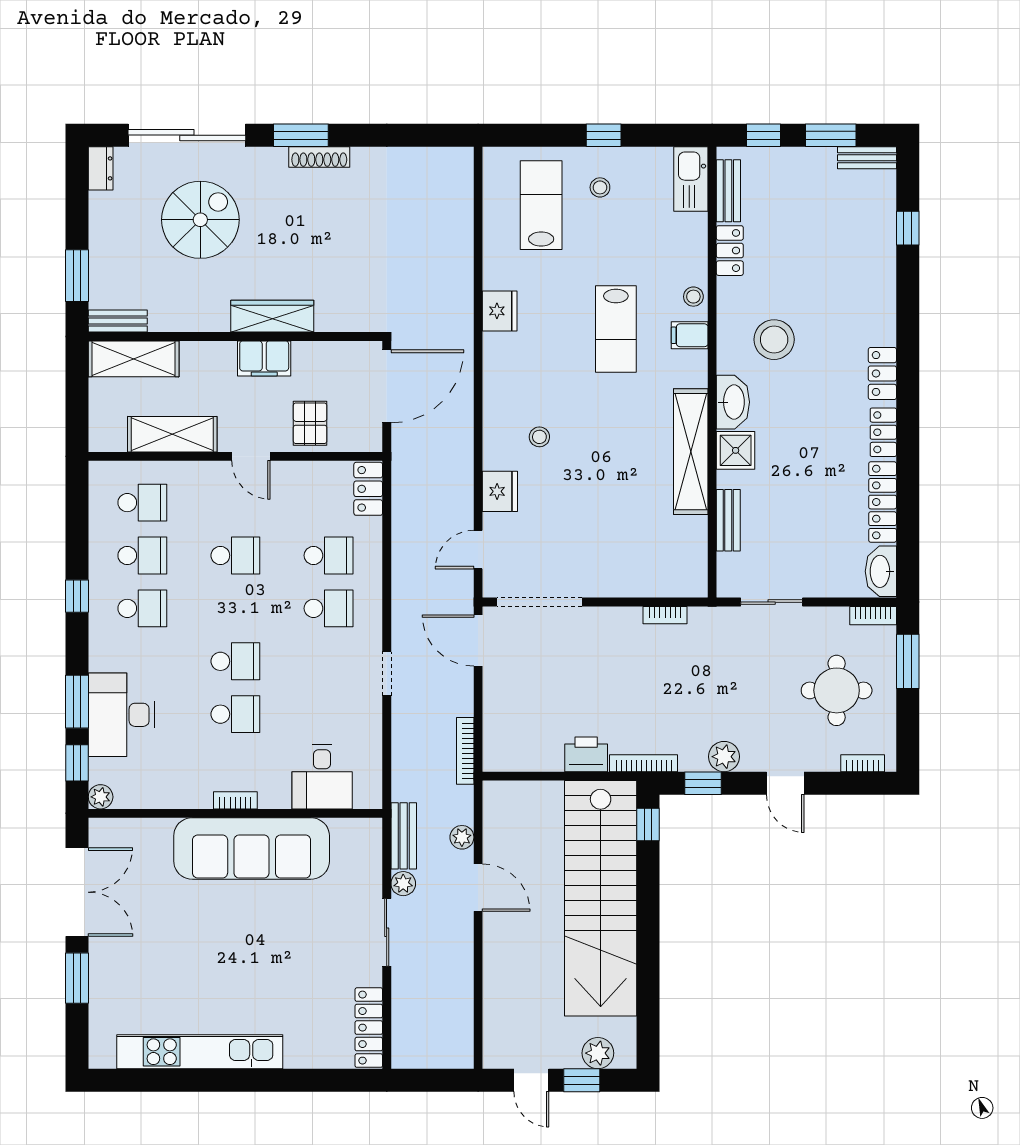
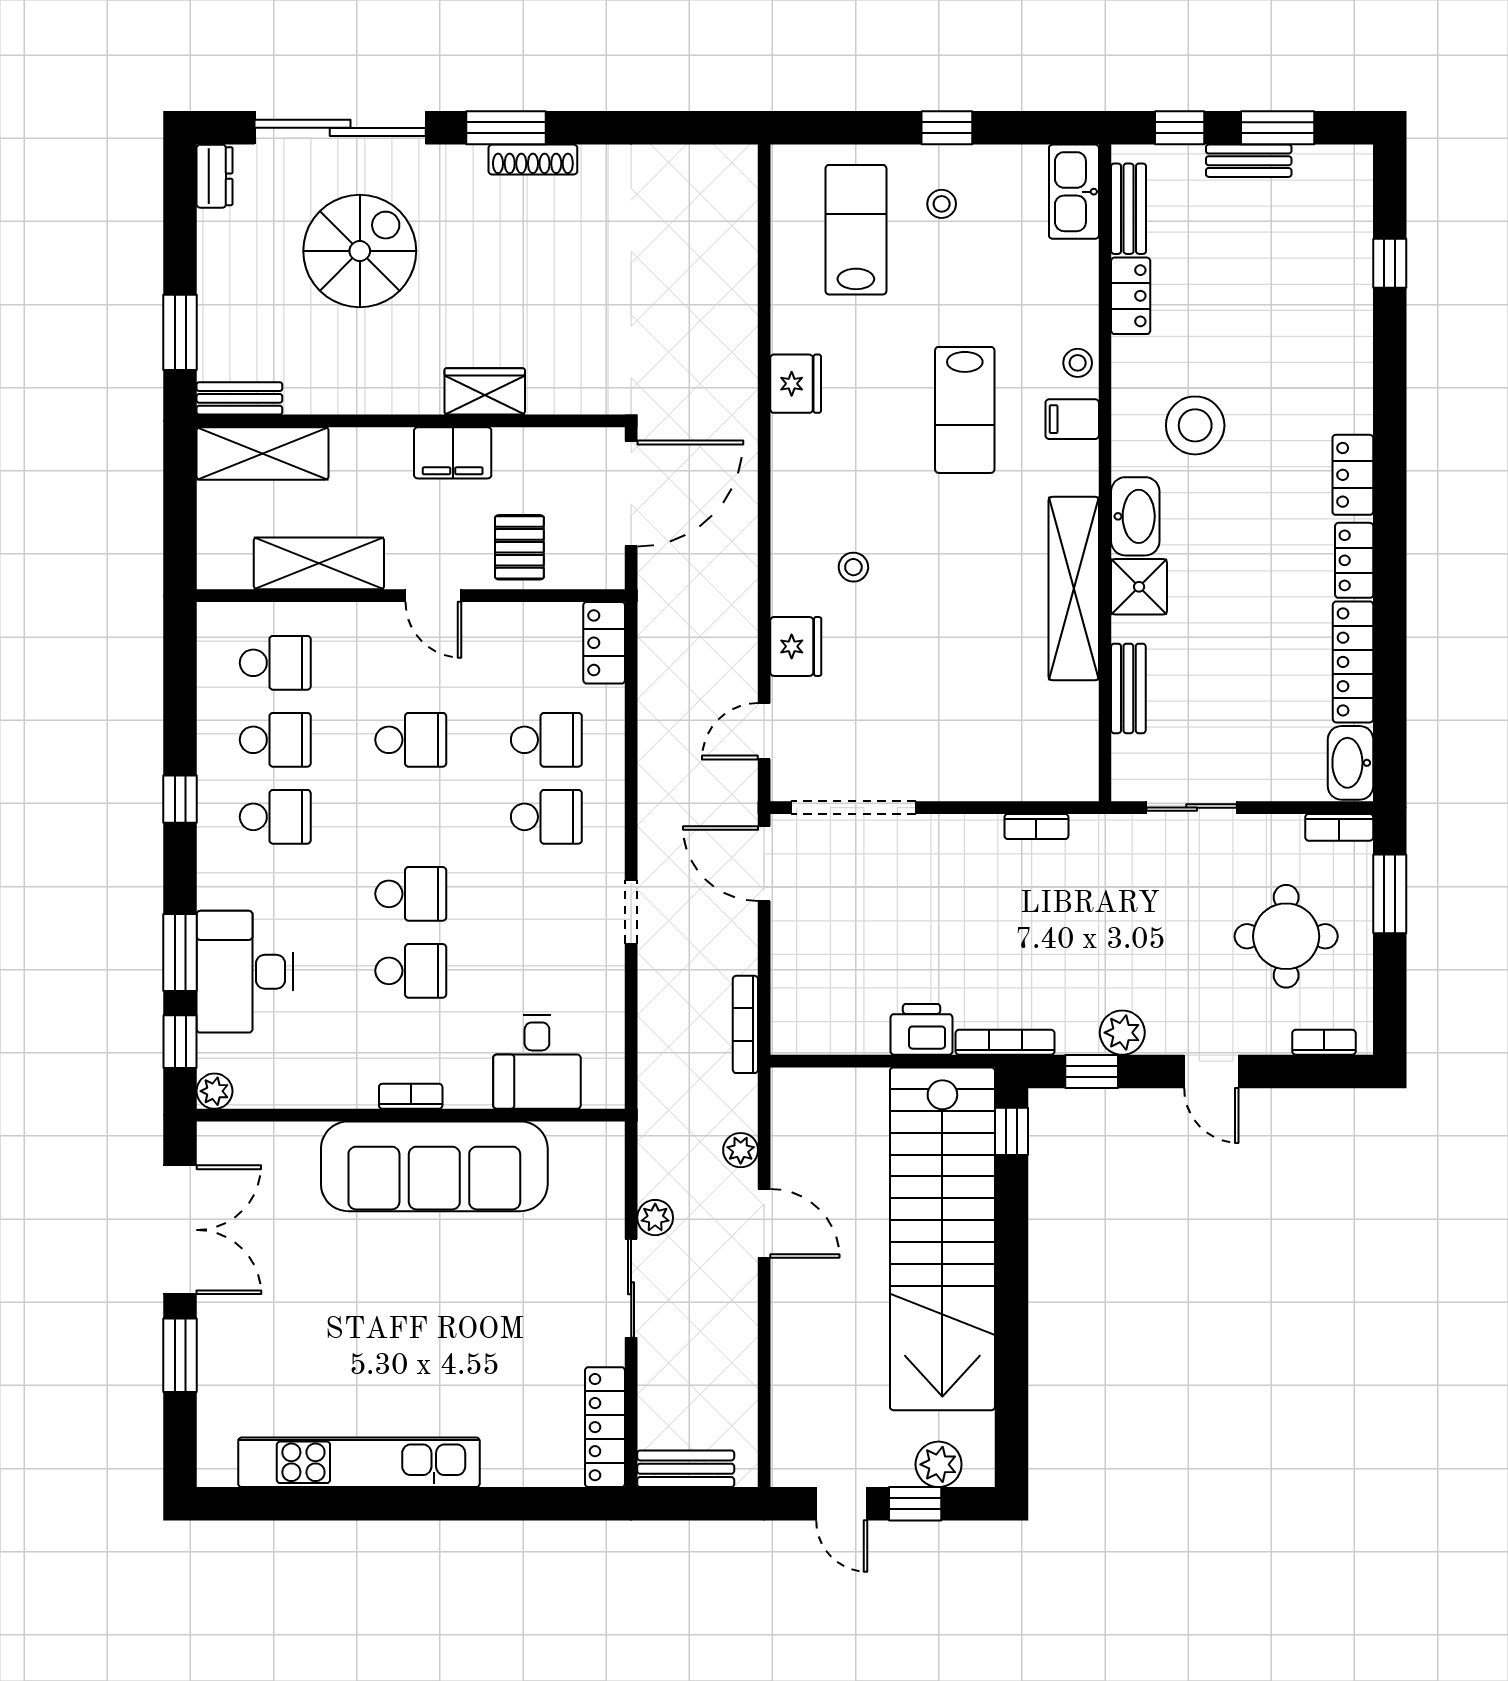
bench: (867, 158) -> (1249, 161), moved
wardrobe: (272, 316) -> (485, 391), width x0.67
bench: (404, 836) -> (686, 1469), moved, turned 90

